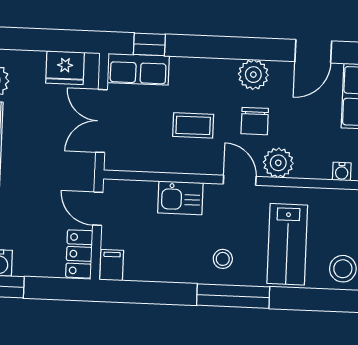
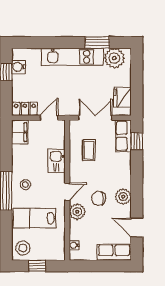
coffee table: (193, 125) -> (89, 150), moved
filing cabinet: (112, 265) -> (20, 132), width x2.00

